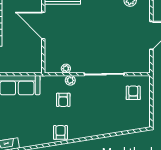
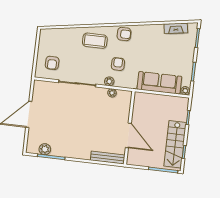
coffee table: (91, 122) -> (95, 41), added
armchair: (61, 132) -> (124, 34), turned -90

